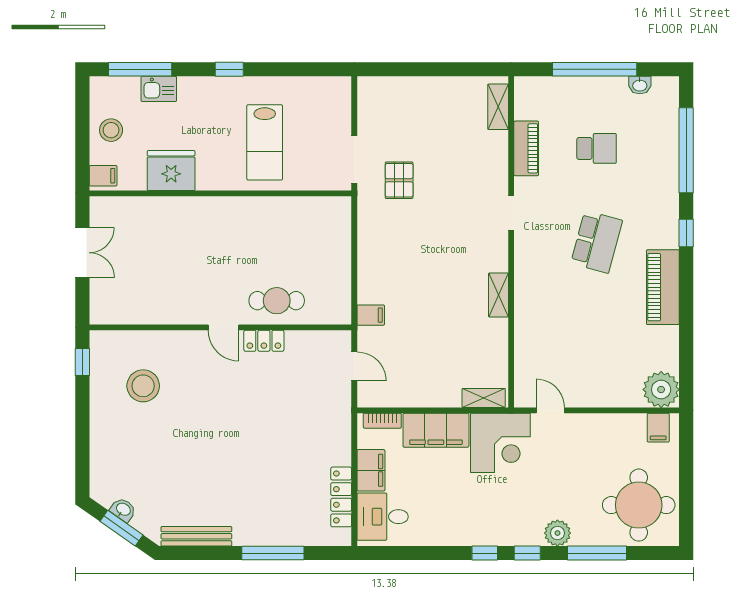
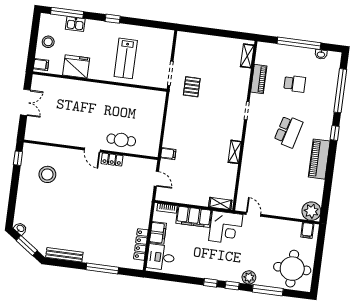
washbasin: (123, 510) -> (20, 229), moved

